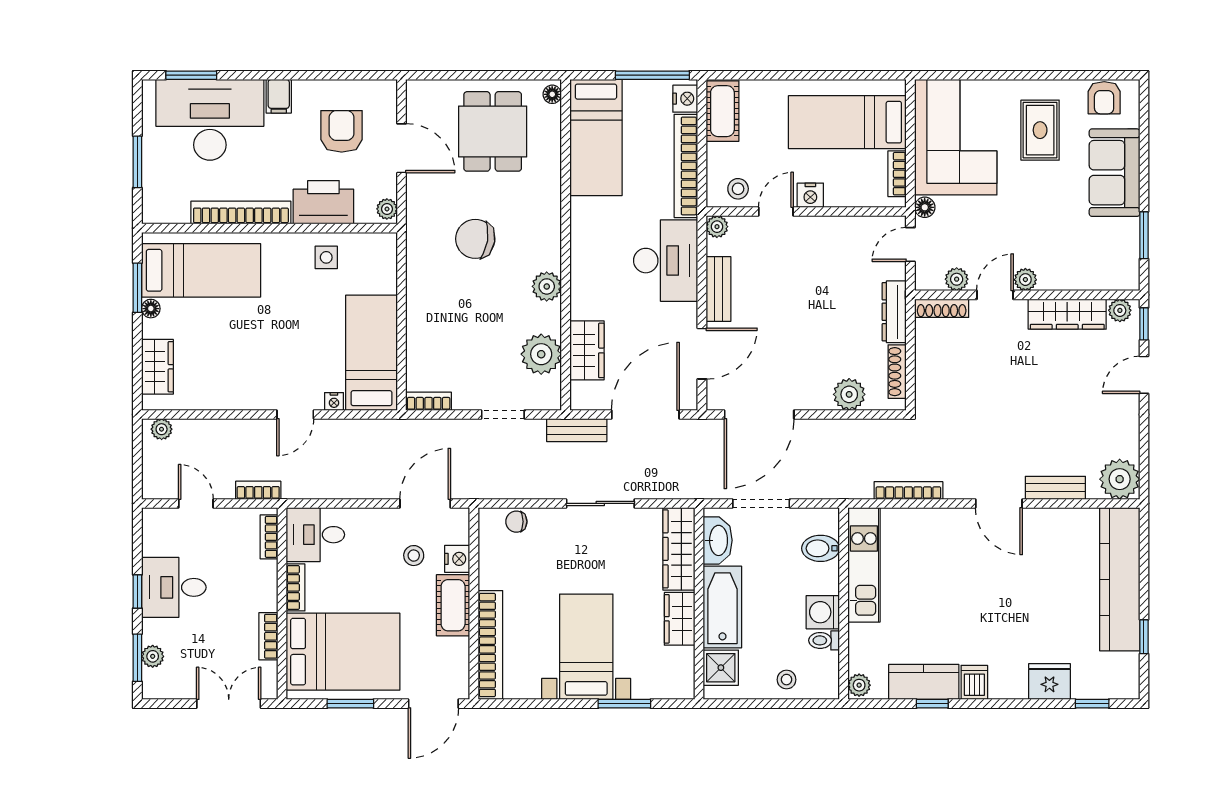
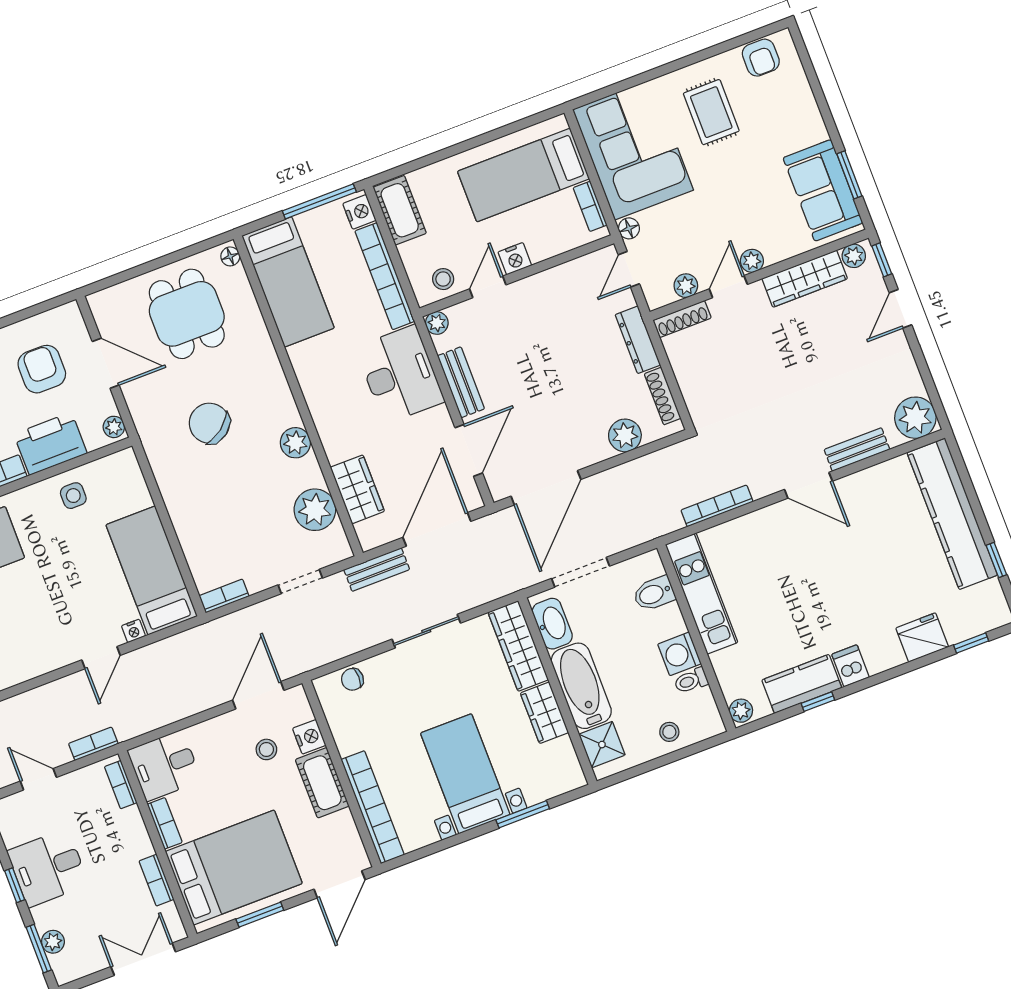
sofa: (1115, 173) -> (823, 190), moved
chair: (475, 239) -> (209, 423), turned 44

